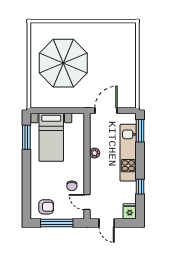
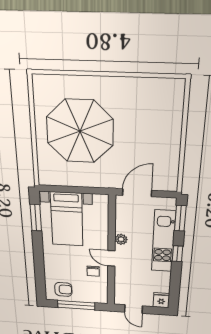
window: (140, 187) -> (177, 254), moved
door: (87, 202) -> (111, 258), moved

